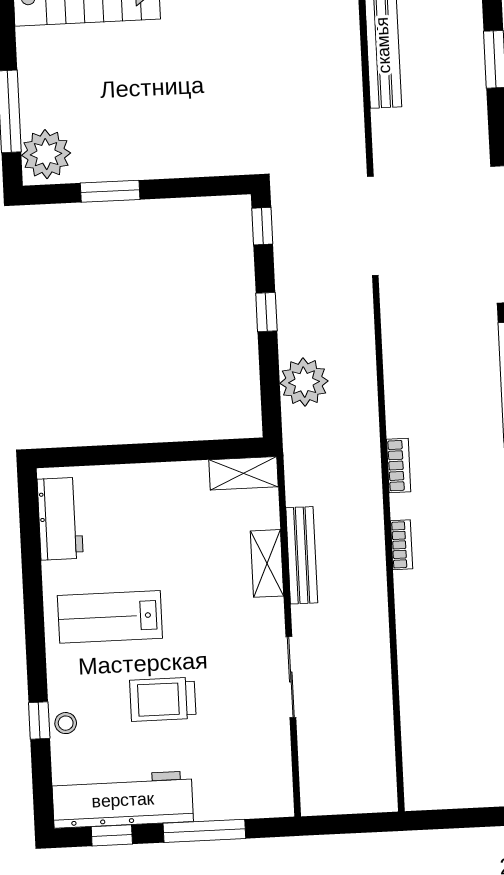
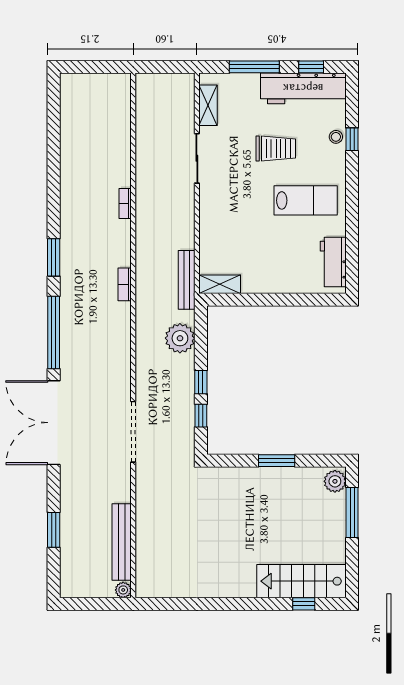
plant: (46, 154) -> (335, 481), width x0.73, depth x0.73
window: (110, 191) -> (277, 461), moved
window: (262, 226) -> (201, 416), moved
bookcase: (402, 545) -> (125, 204), moved
bench: (302, 555) -> (187, 280), moved
shelving: (267, 563) -> (208, 105), moved

